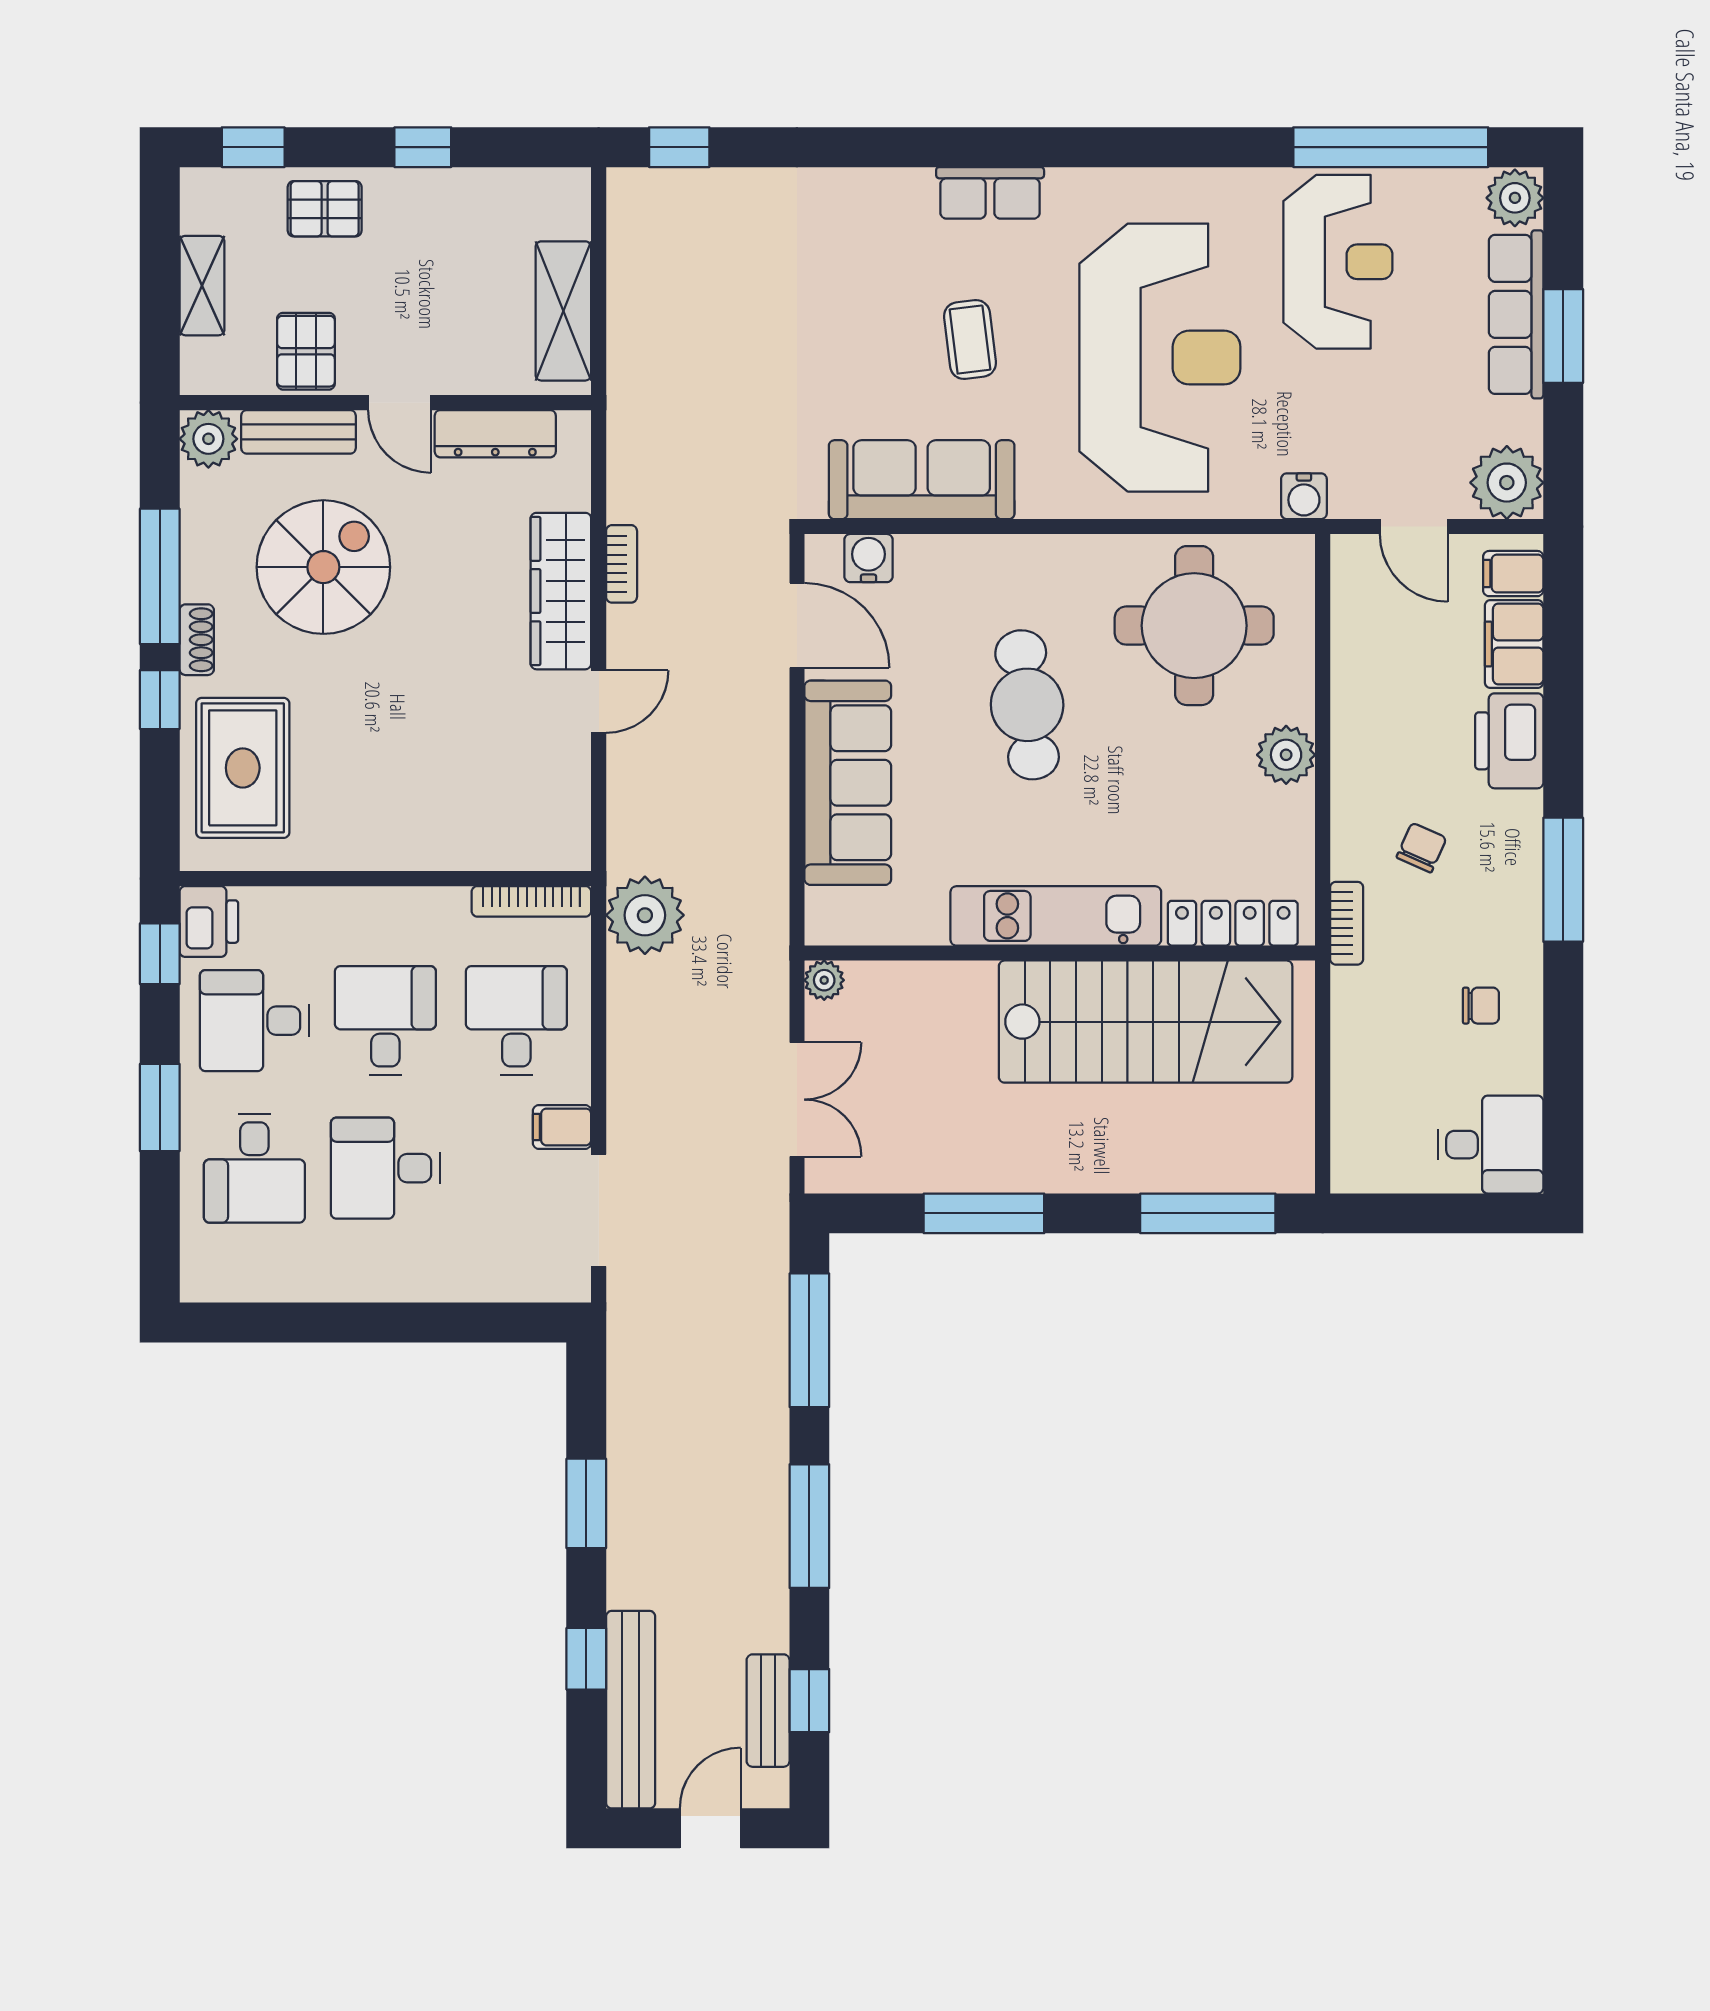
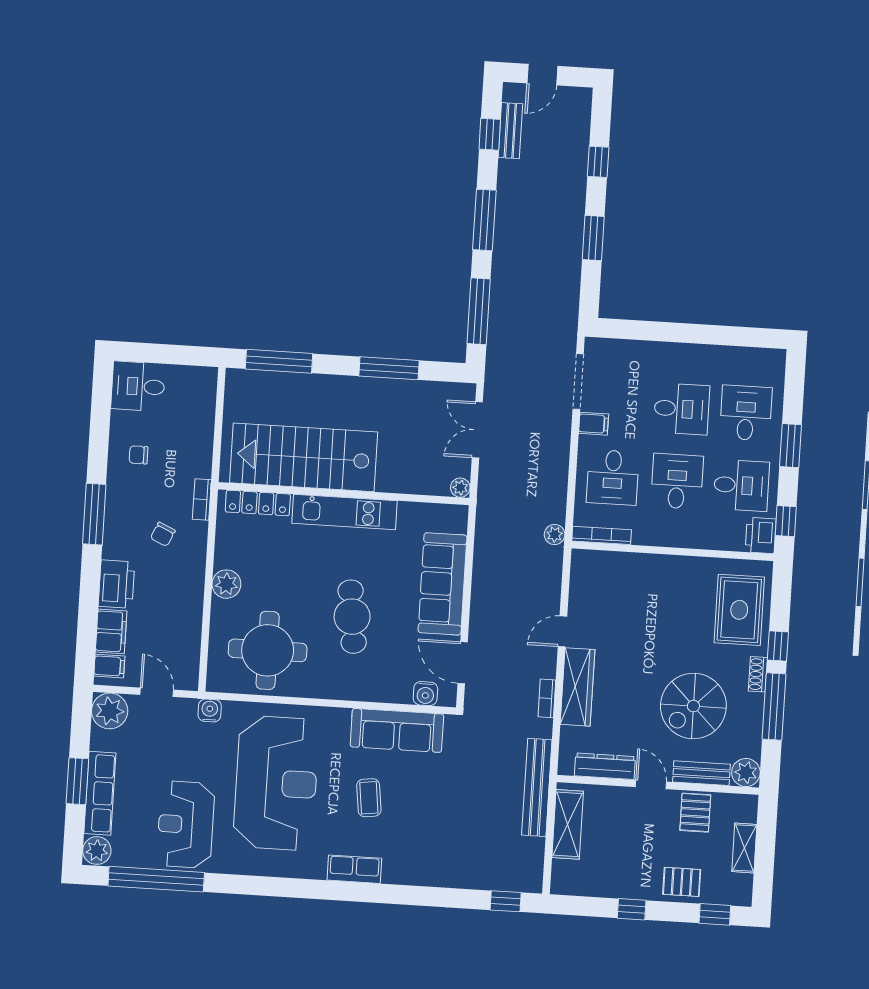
reception desk: (1160, 358) -> (276, 783), turned 180
plant: (645, 915) -> (555, 535), width x0.53, depth x0.53
desk: (385, 1021) -> (677, 481), turned 180
bench: (631, 1710) -> (537, 787), moved

